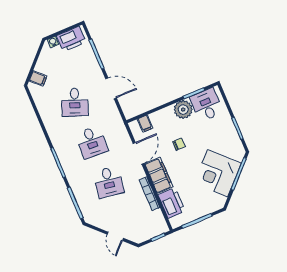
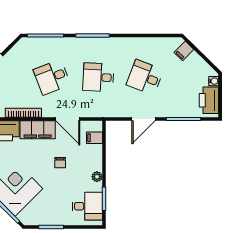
plant: (183, 110) -> (97, 177), width x0.53, depth x0.53
desk: (109, 182) -> (52, 77), turned -30

